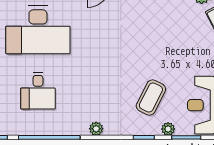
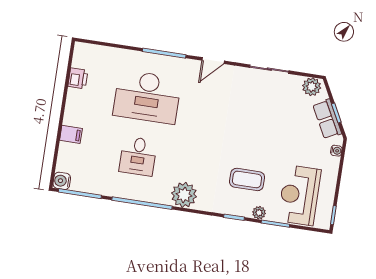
coffee table: (151, 97) -> (247, 179), turned 63
plant: (96, 129) -> (184, 195), width x1.87, depth x1.87

